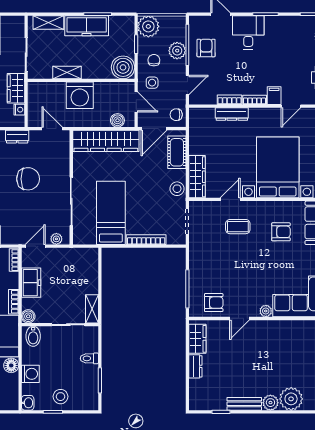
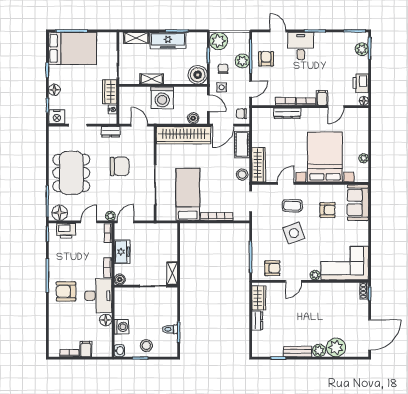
plant: (56, 239) -> (110, 216), moved
side table: (240, 260) -> (294, 233), added
bidet: (33, 336) -> (124, 296), removed
toilet: (89, 358) -> (170, 329), moved

